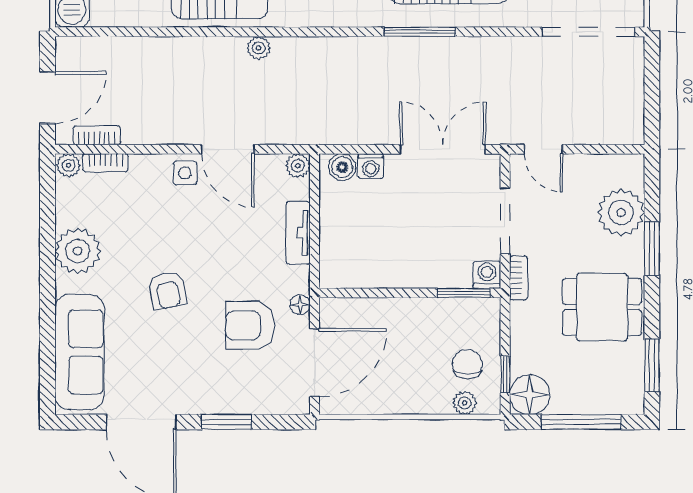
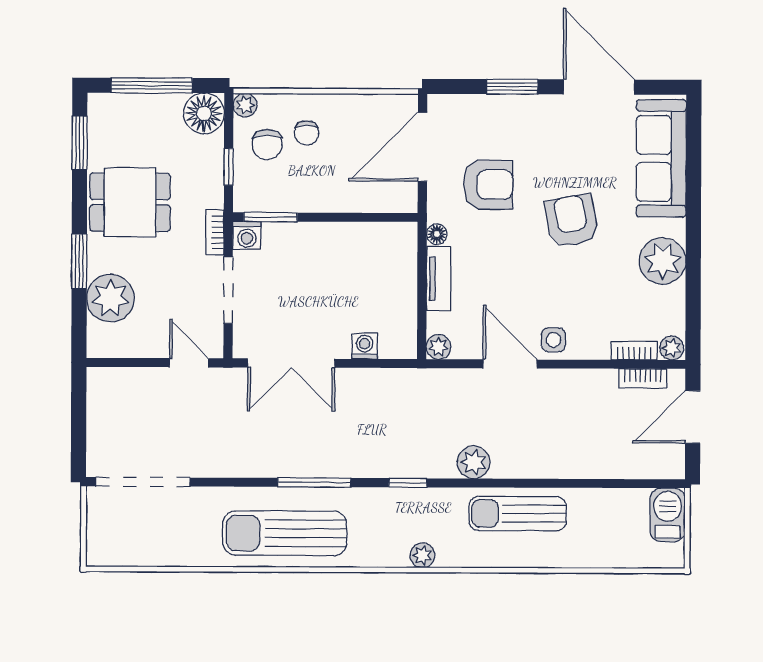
window: (328, 32) -> (408, 483), added
plant: (259, 48) -> (474, 462), width x1.38, depth x1.38
boiler: (342, 167) -> (394, 345), removed
armchair: (168, 290) -> (571, 221), width x1.38, depth x1.38
floor lamp: (300, 305) -> (437, 234), moved
window: (505, 374) -> (229, 167), moved
chair: (429, 376) -> (306, 133), added
plant: (465, 403) -> (245, 105), moved

